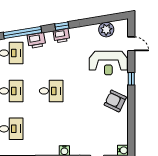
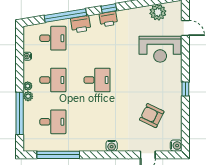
window: (131, 79) -> (185, 89), moved
armchair: (115, 101) -> (152, 116), moved

